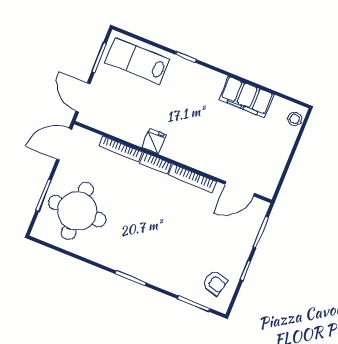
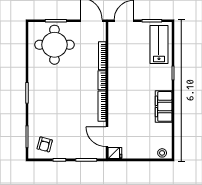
filing cabinet: (246, 97) -> (164, 106), moved
fridge: (154, 141) -> (115, 153), moved

